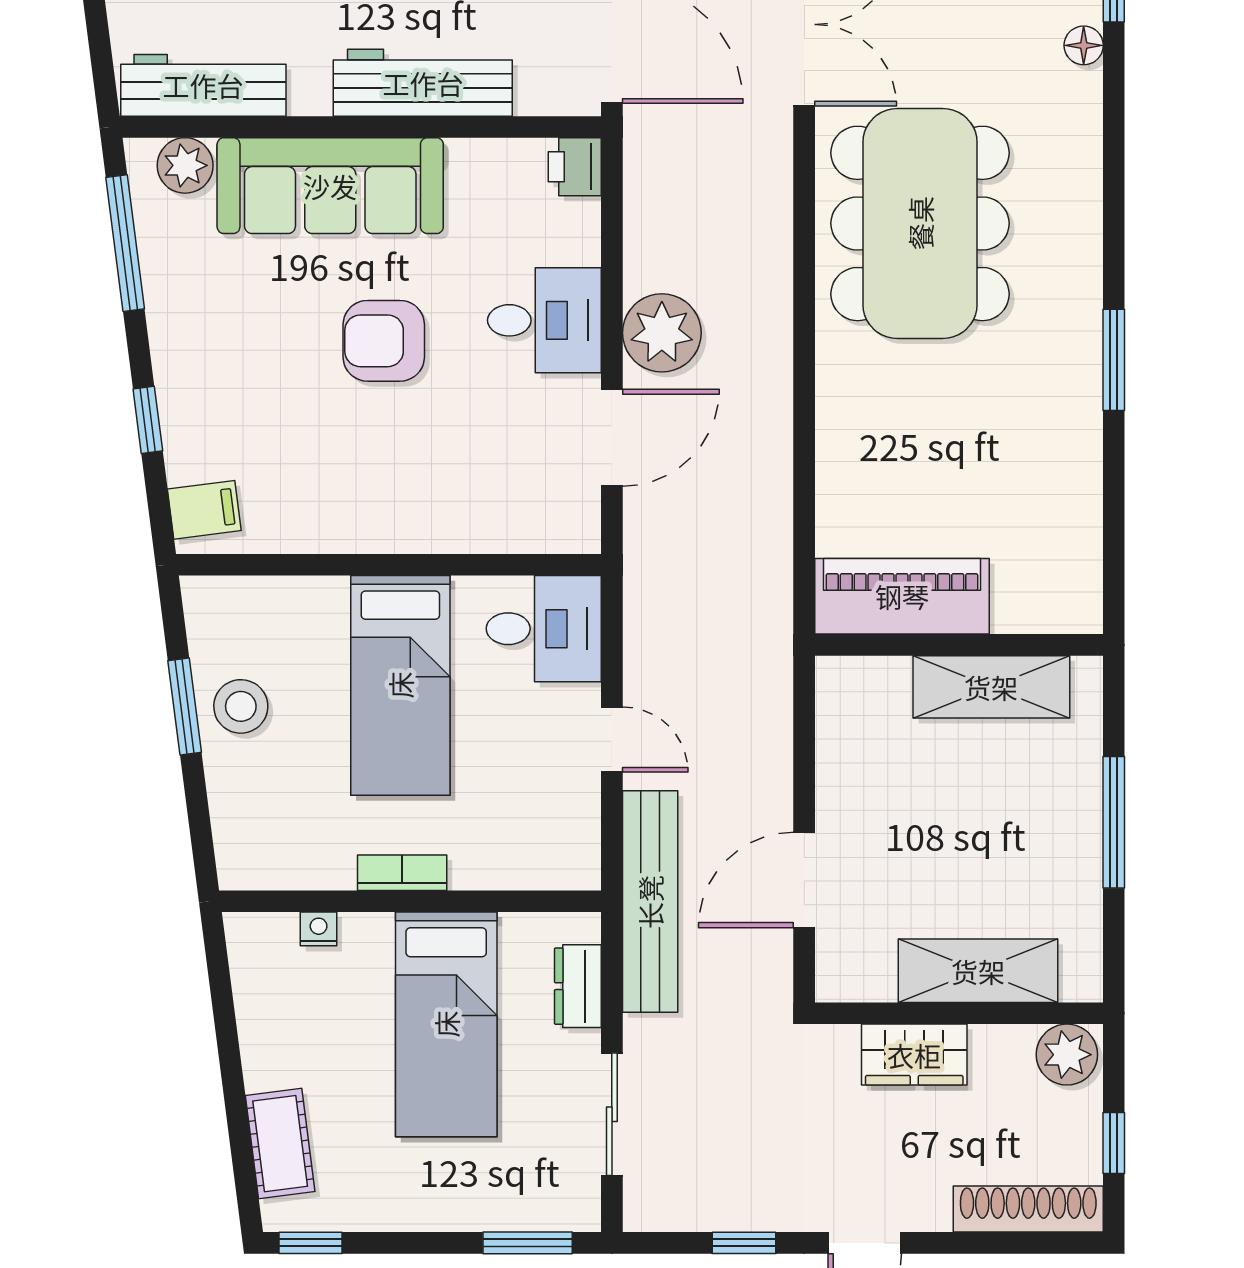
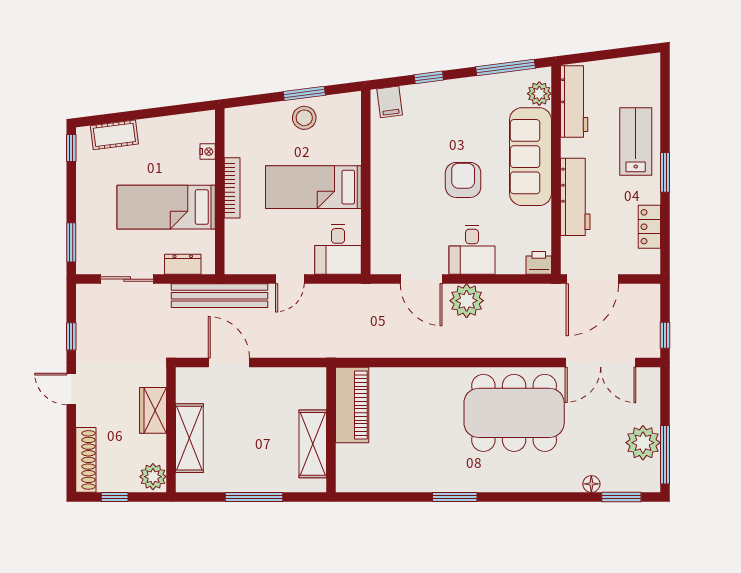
bookcase: (402, 873) -> (232, 188), width x1.56

